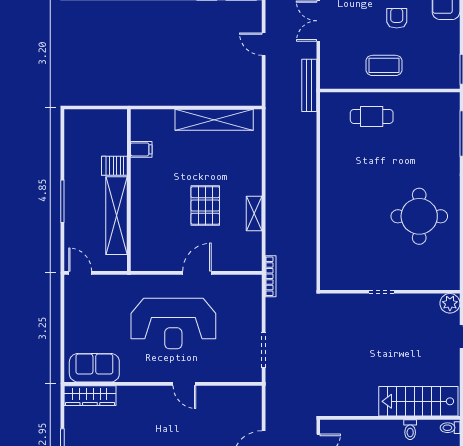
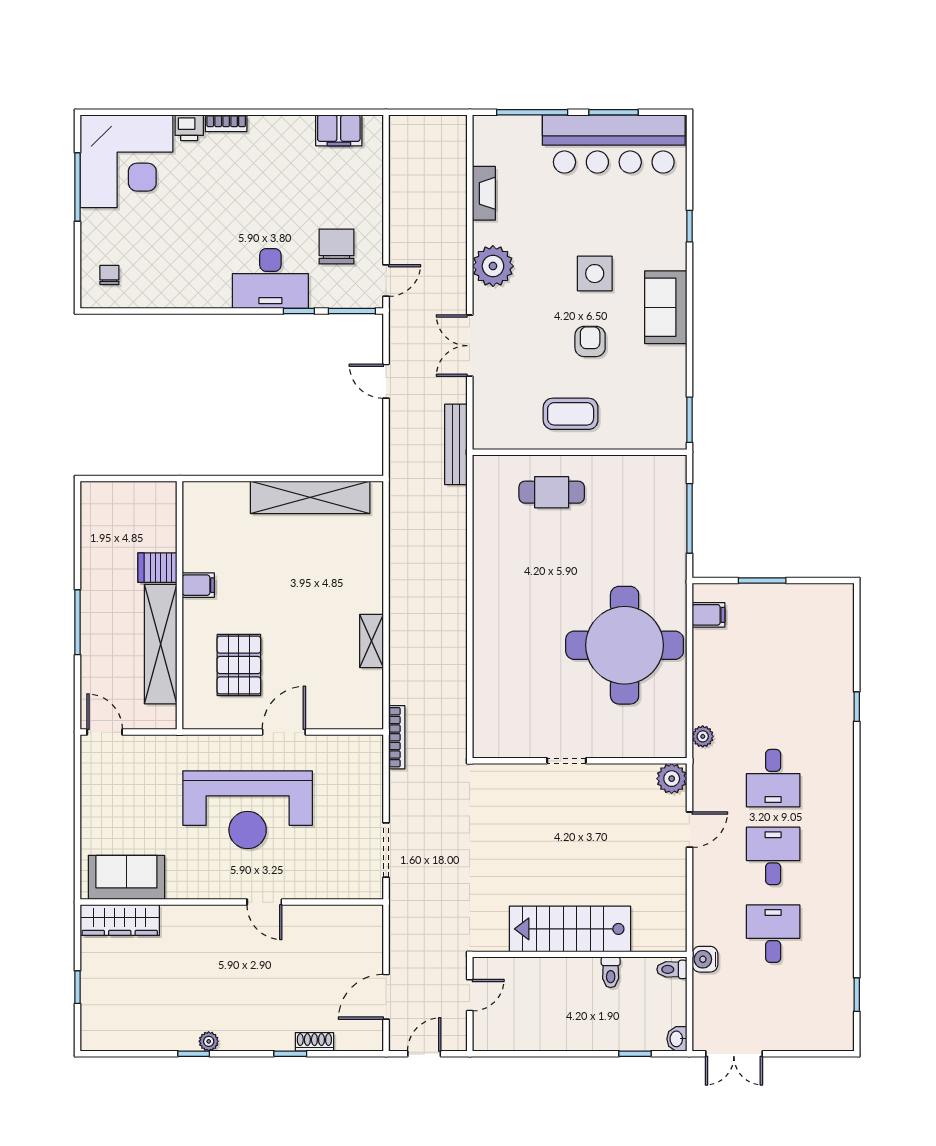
filing cabinet: (141, 149) -> (198, 585), moved
pallet: (205, 206) -> (239, 665), moved
round table: (419, 216) -> (625, 645), width x1.36, depth x1.36
stairs: (418, 401) -> (570, 929), moved

